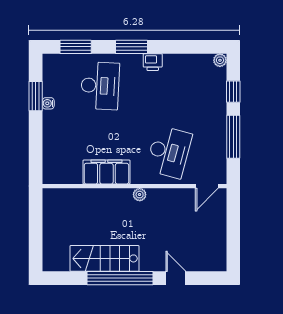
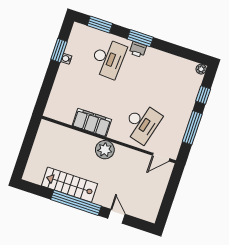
printer: (153, 62) -> (138, 49), moved
plant: (140, 195) -> (105, 150), width x1.87, depth x1.87

